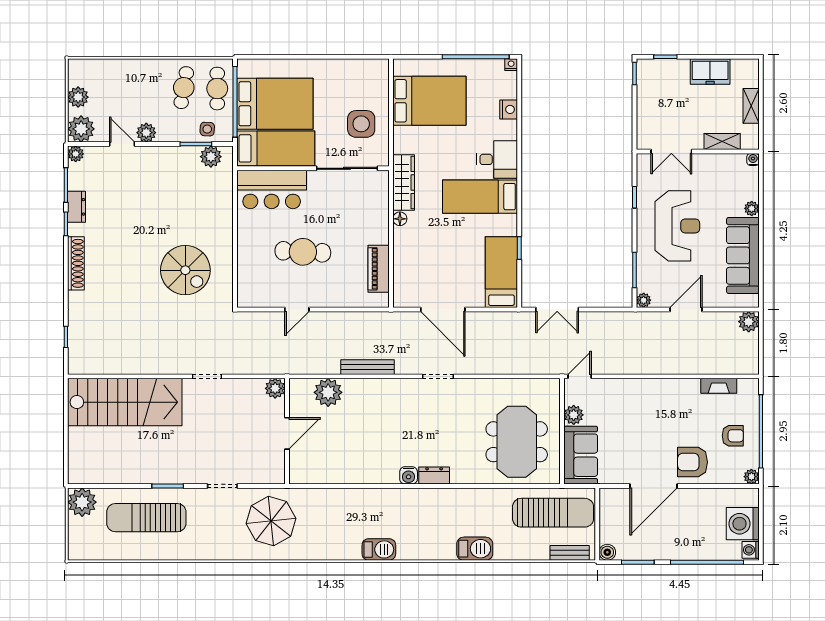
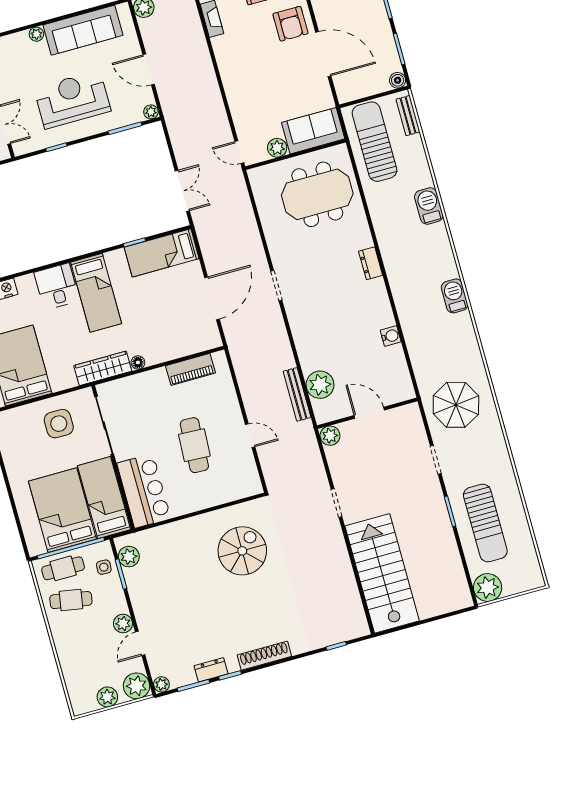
bench: (367, 367) -> (297, 394), moved
water cooler: (409, 475) -> (391, 336), moved

